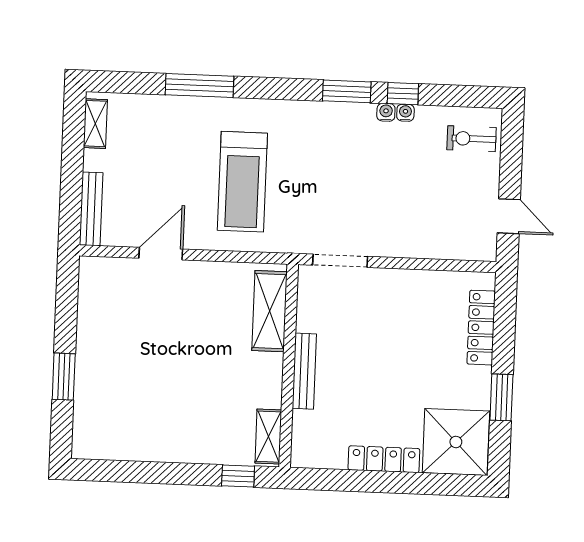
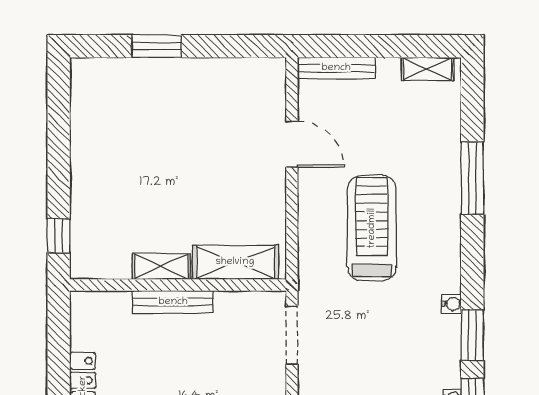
water cooler: (386, 112) -> (452, 304), moved
treadmill: (242, 182) -> (372, 228), turned 90
shelving: (268, 437) -> (161, 266), moved

